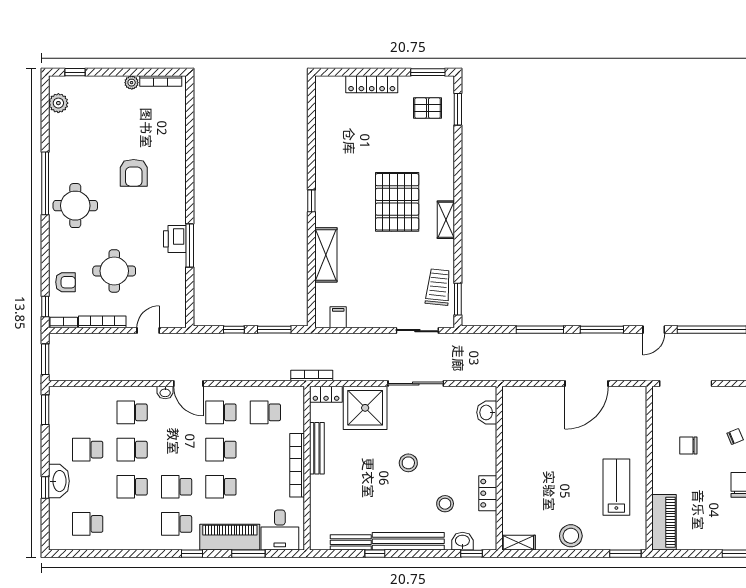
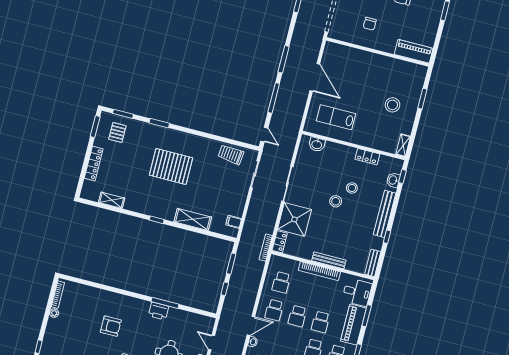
shelving: (446, 220) -> (112, 200), moved
window: (458, 299) -> (159, 123), moved
door: (654, 330) -> (264, 135), moved
bench: (317, 448) -> (329, 260), moved
lab bench: (616, 487) -> (336, 117), moved
stool: (445, 504) -> (352, 188), moved
stool: (571, 536) -> (392, 105), moved
bench: (351, 542) -> (373, 263), moved
window: (625, 554) -> (422, 99), moved

